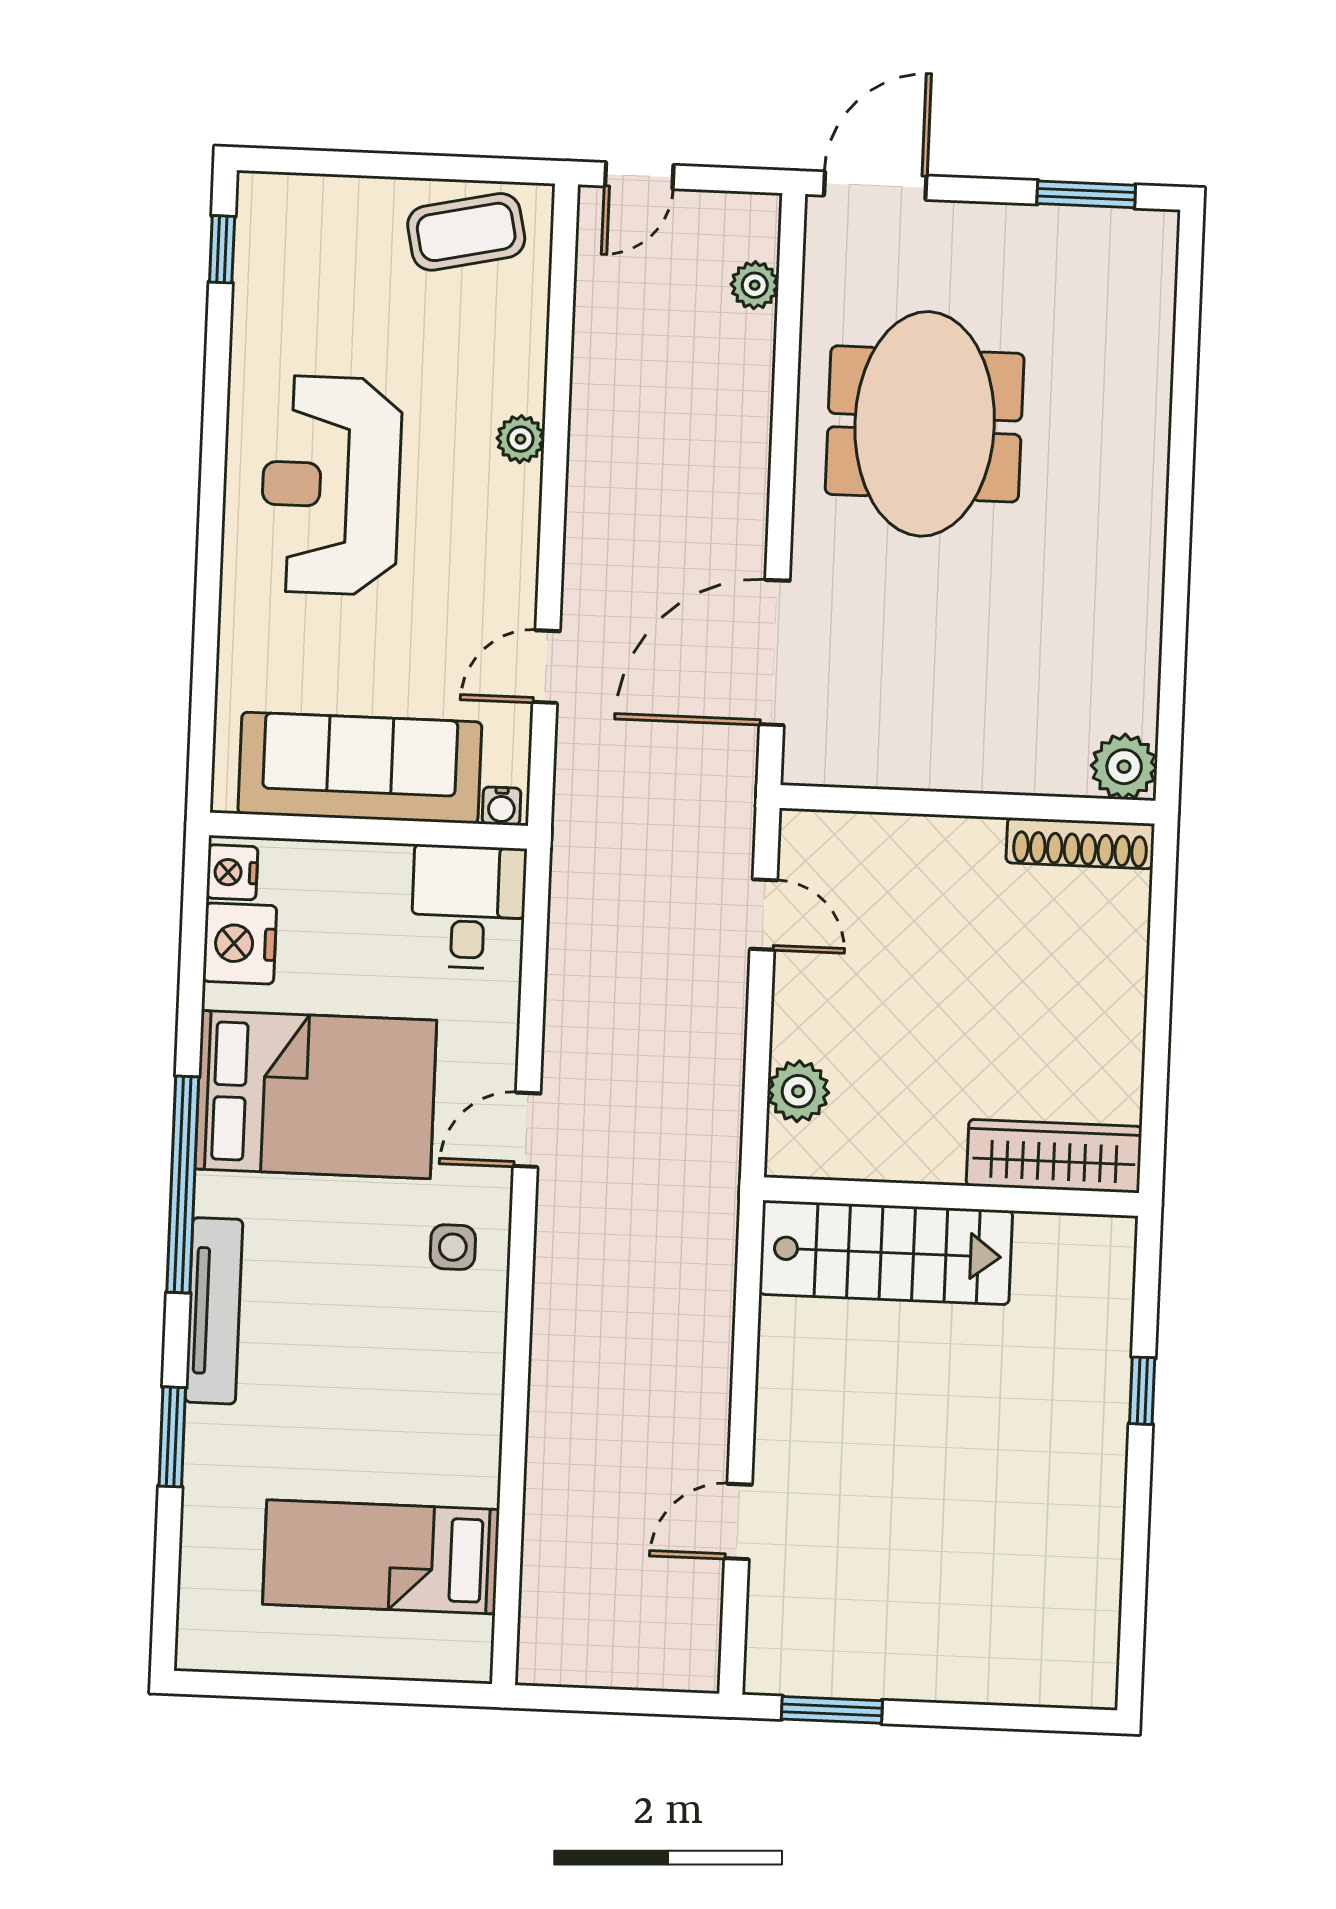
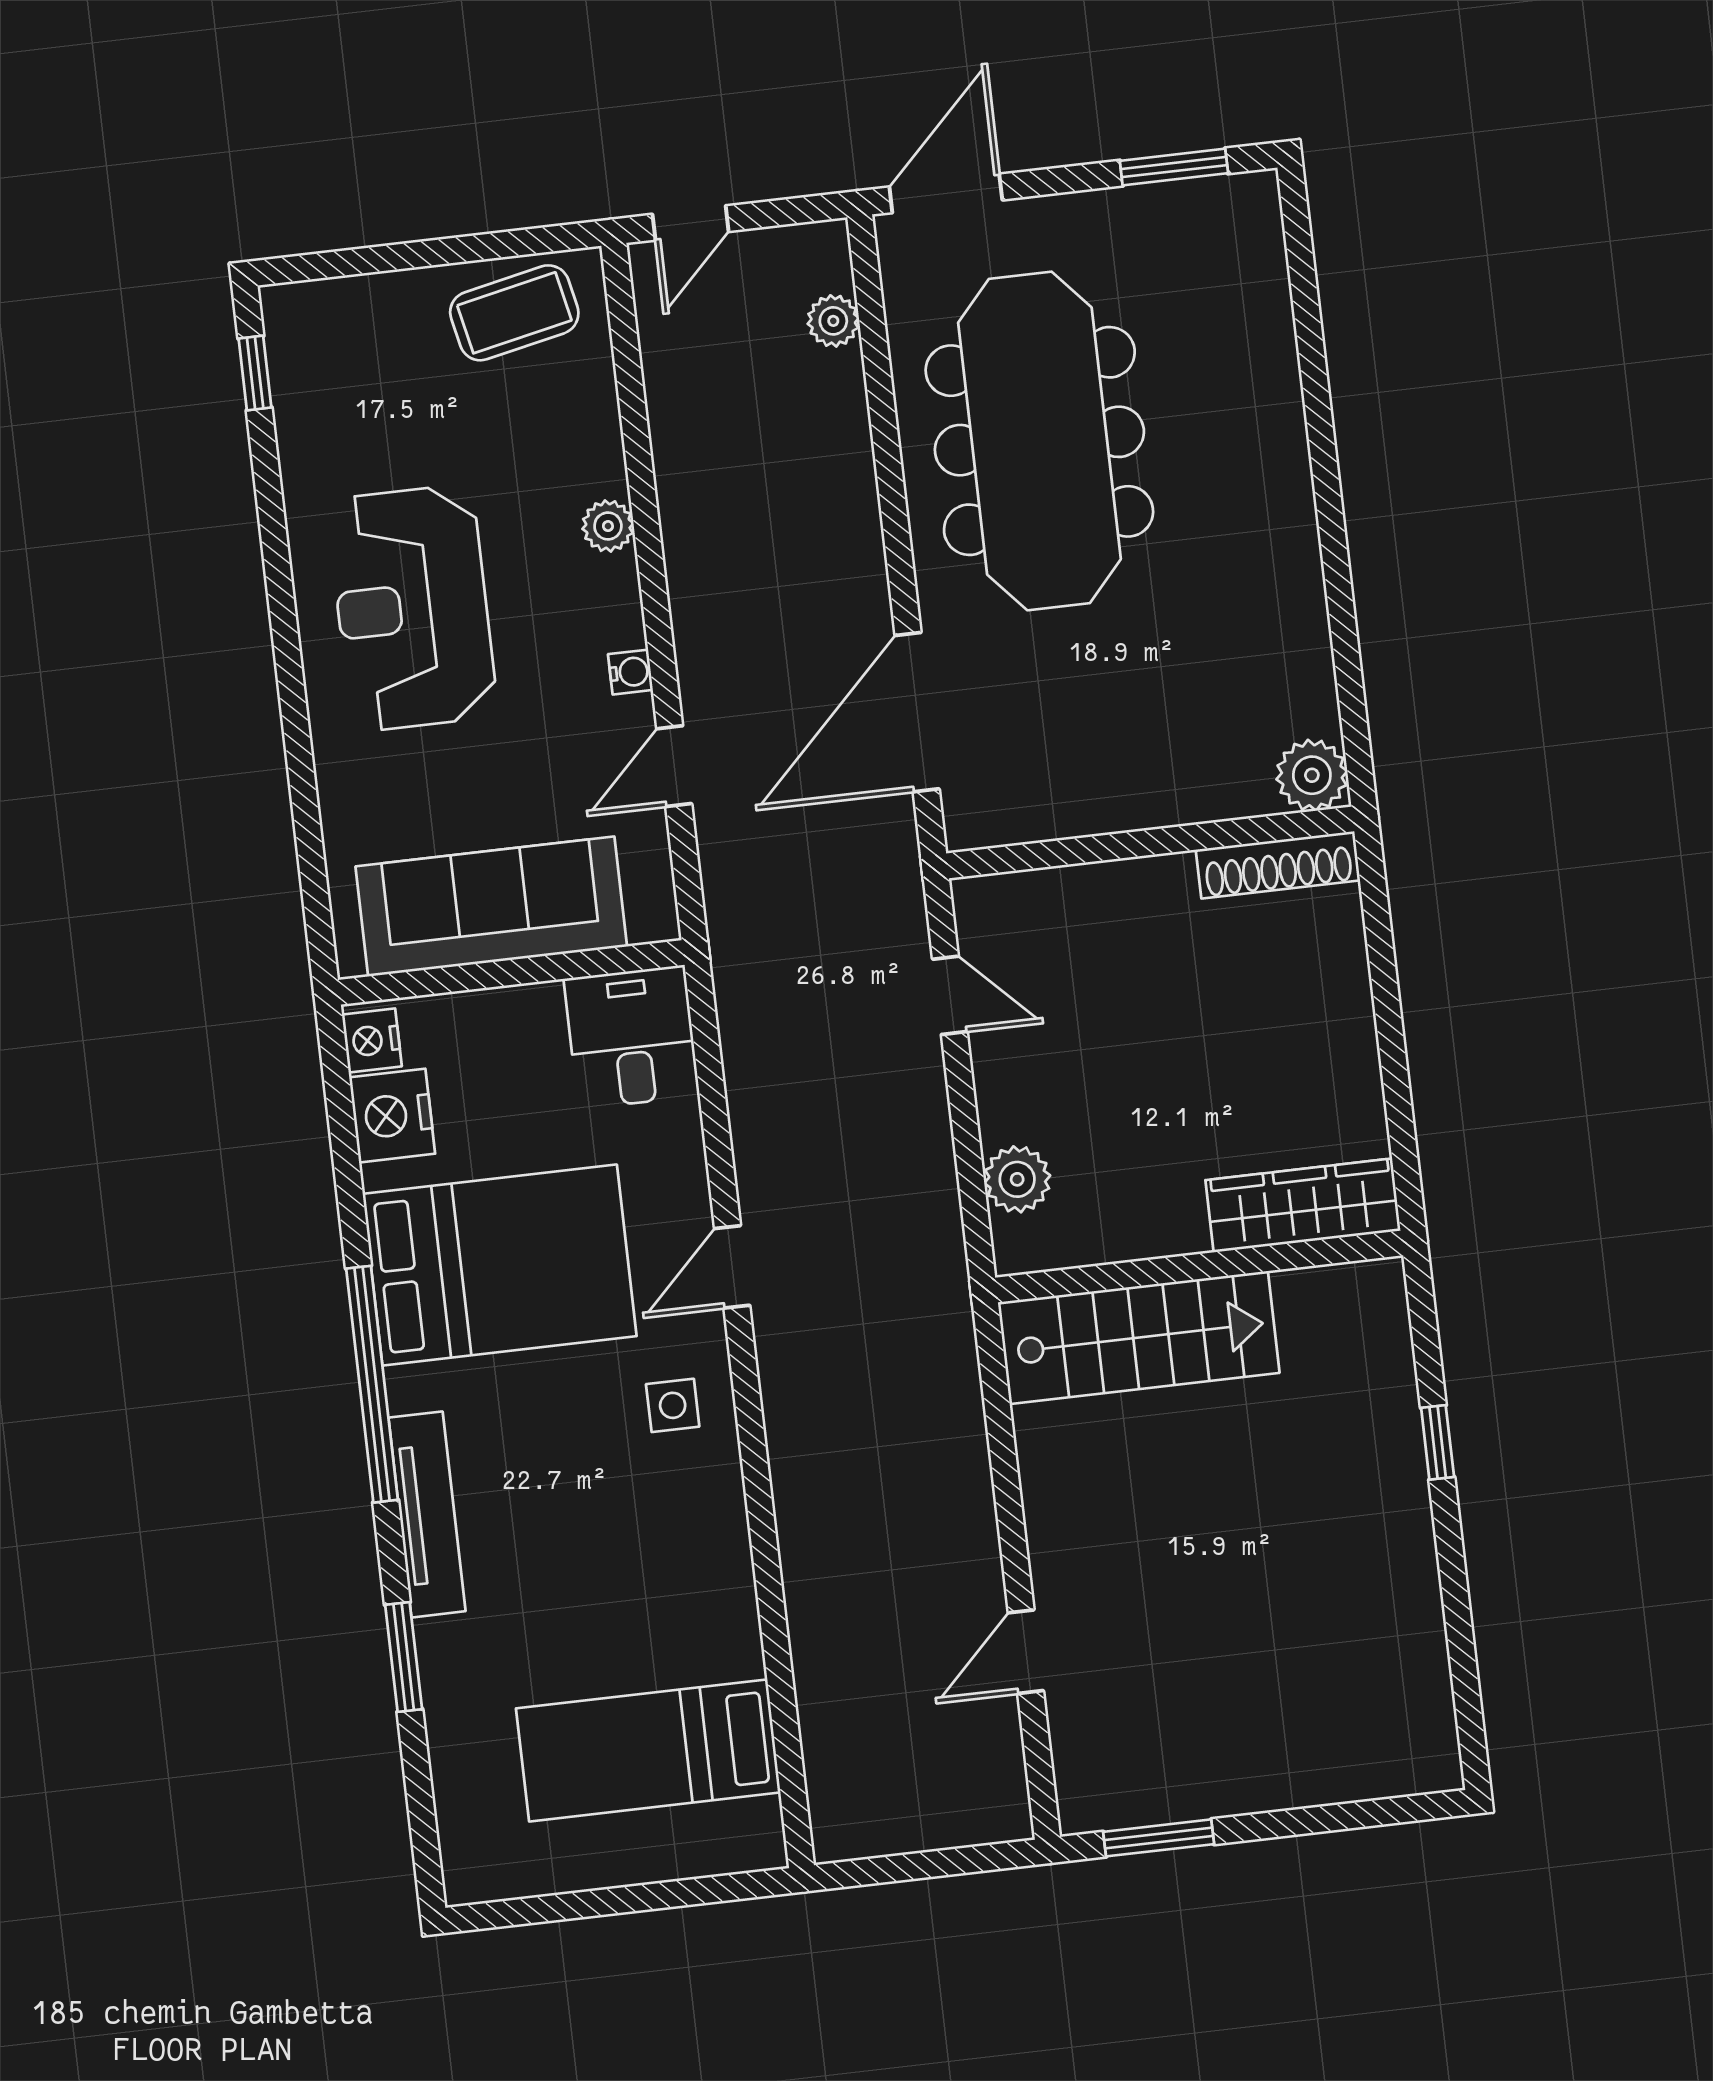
meeting table: (925, 424) -> (1039, 441), width x1.36
water cooler: (502, 806) -> (630, 672), moved, turned -90

